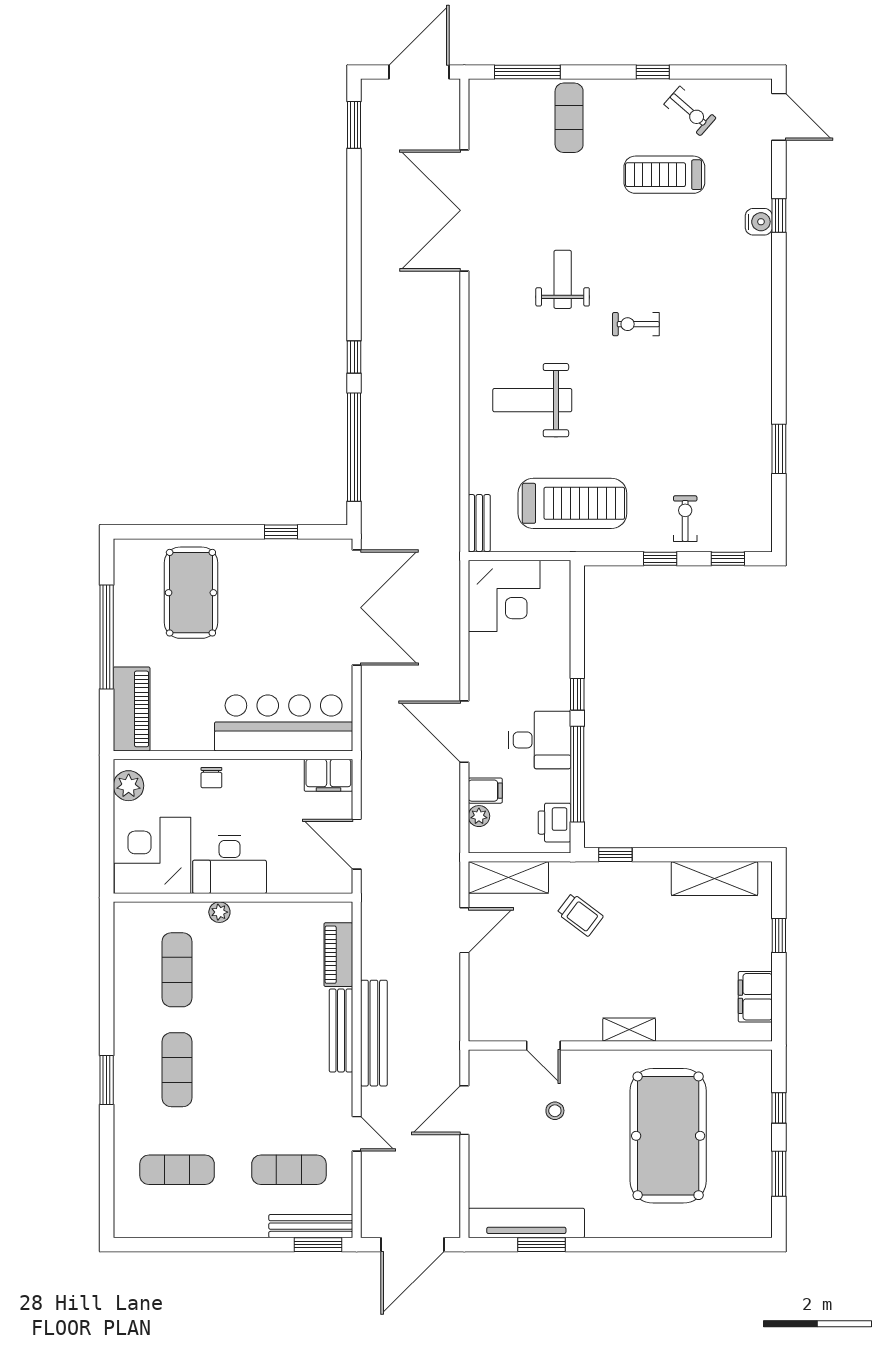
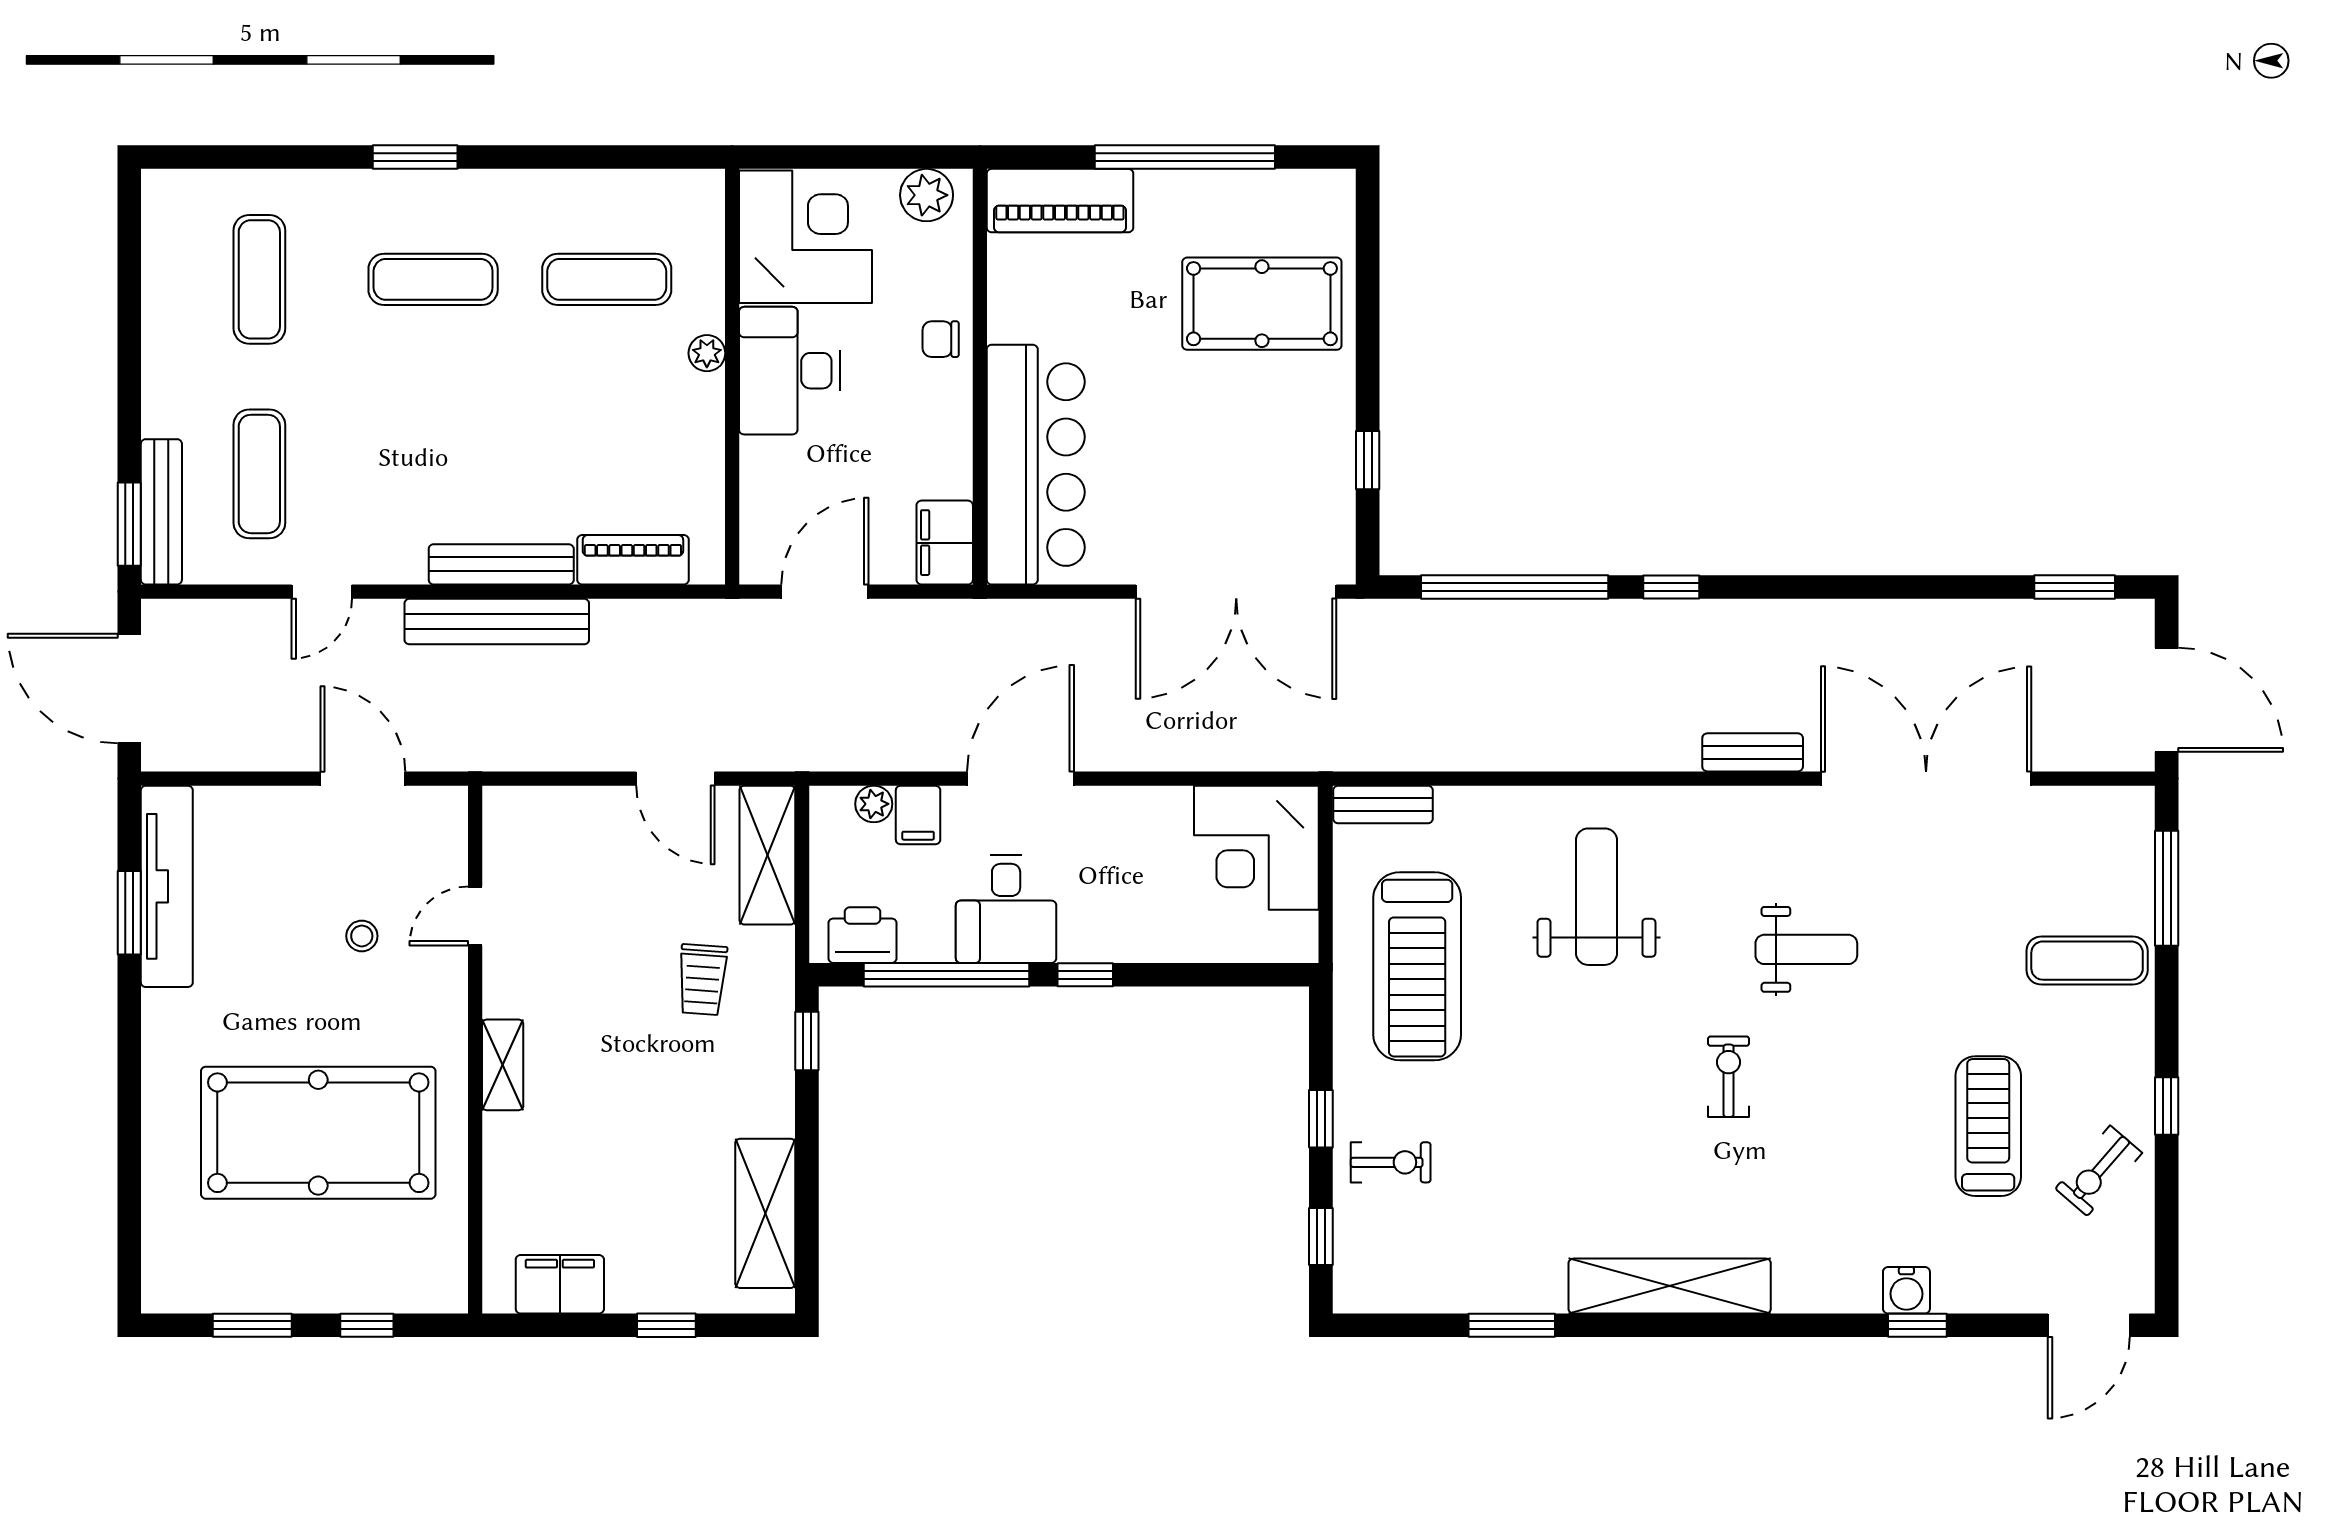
bench: (449, 310) -> (1753, 752), added
shelving: (756, 358) -> (1670, 1286), added
trolley: (580, 915) -> (702, 980), turned -33

